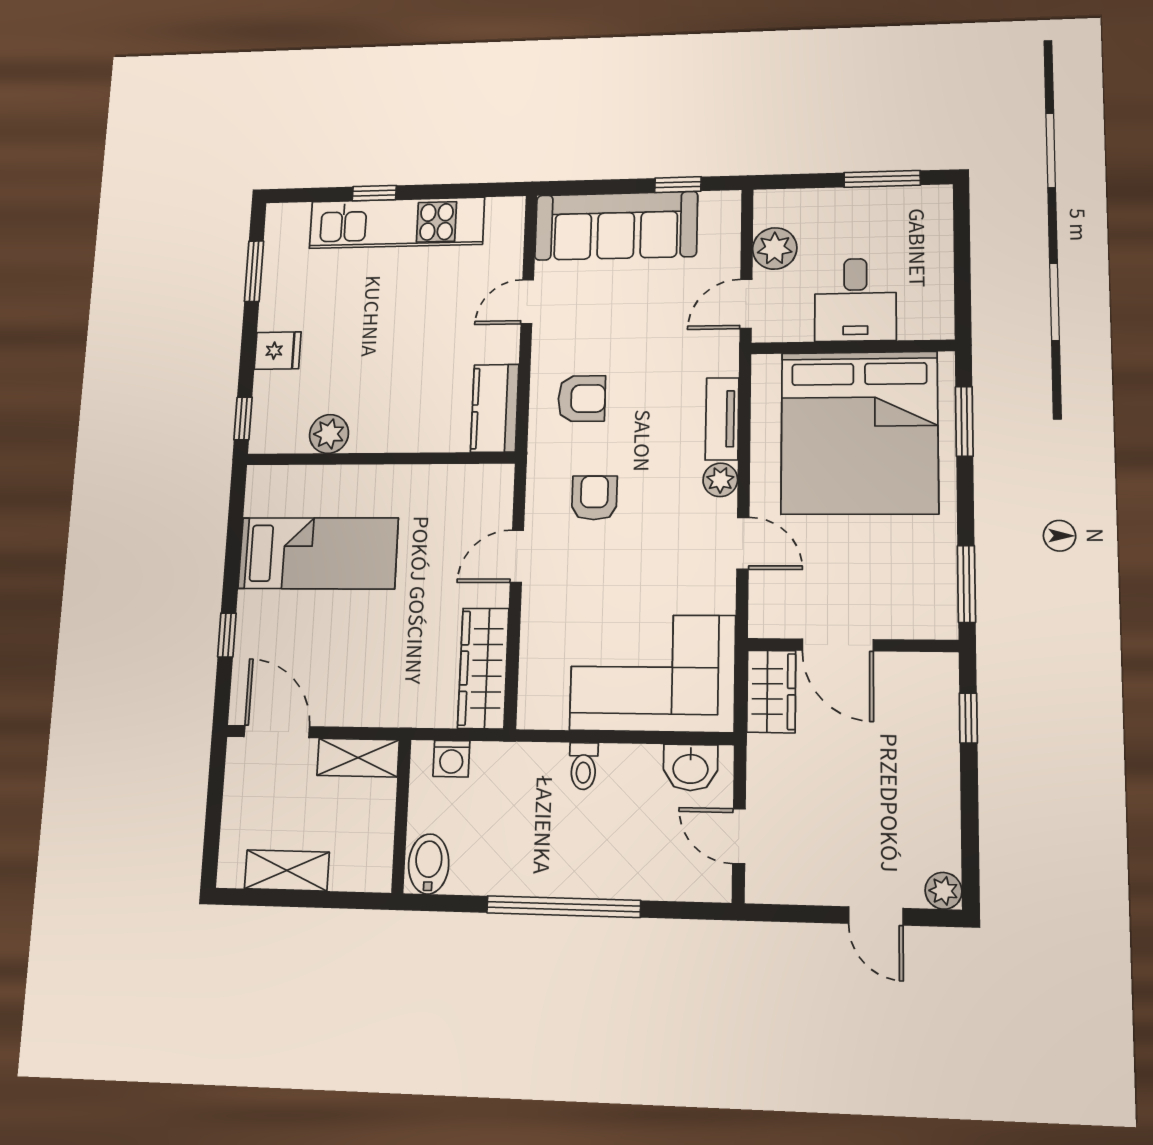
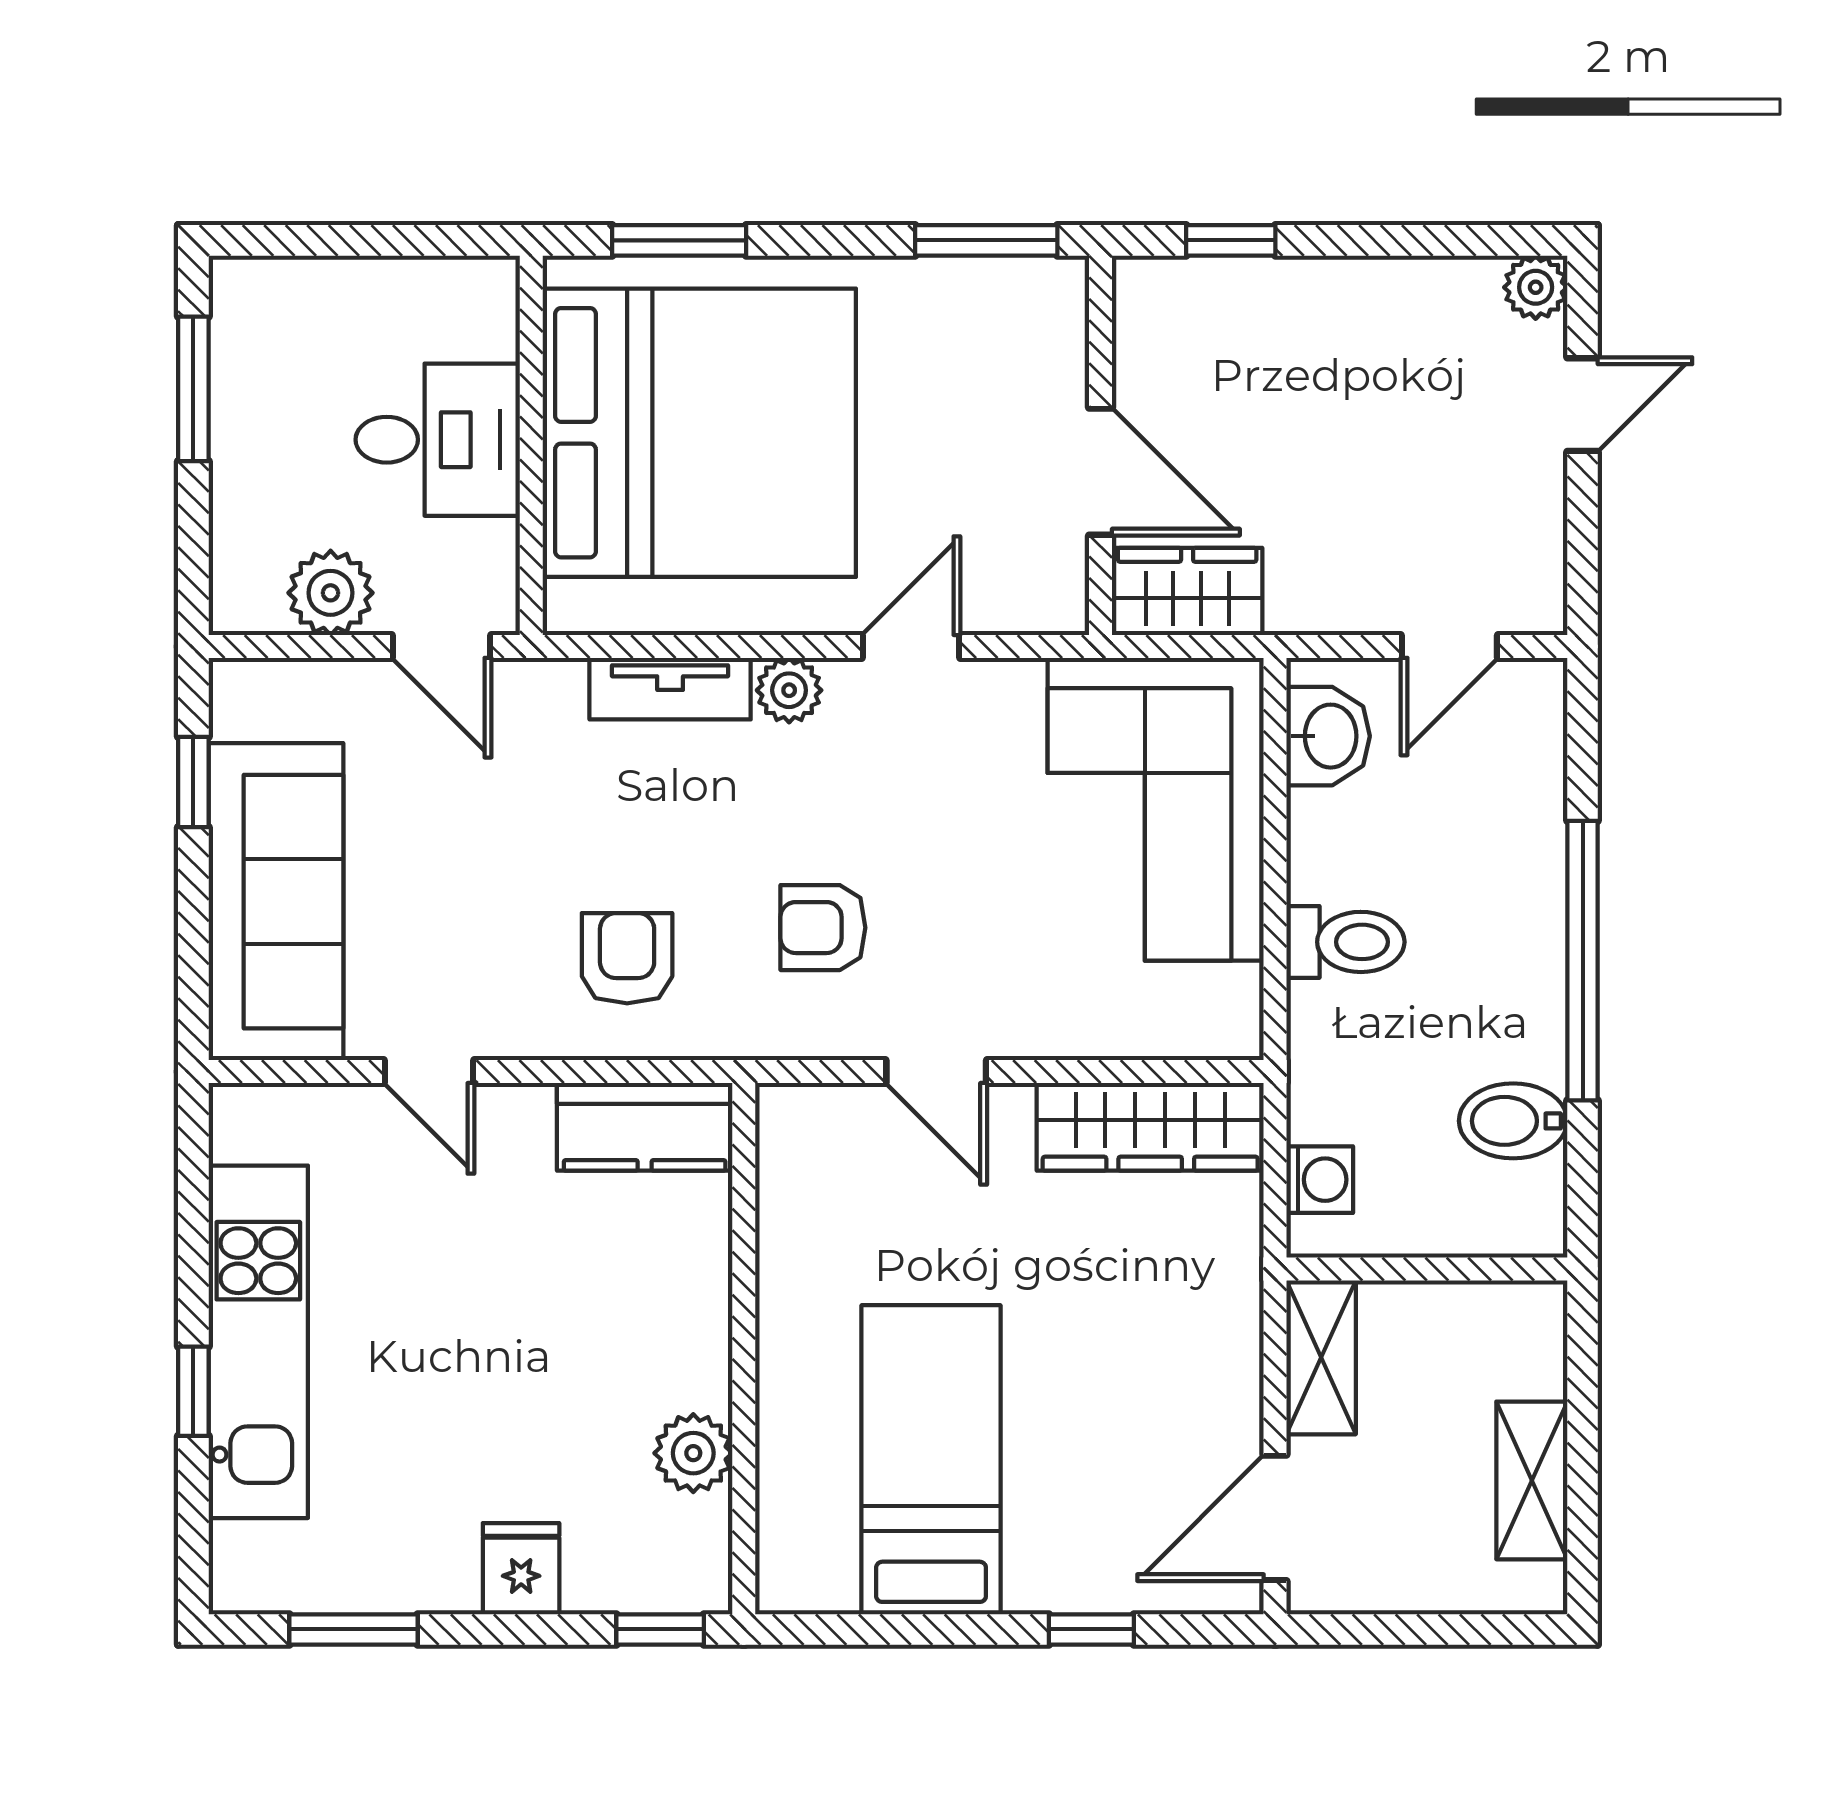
door: (838, 645) -> (1100, 472), hinge flipped
toilet: (583, 766) -> (1345, 942), width x1.37, depth x1.39
bidet: (429, 864) -> (1513, 1121), moved

